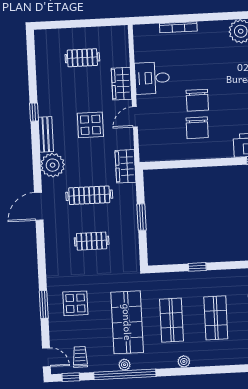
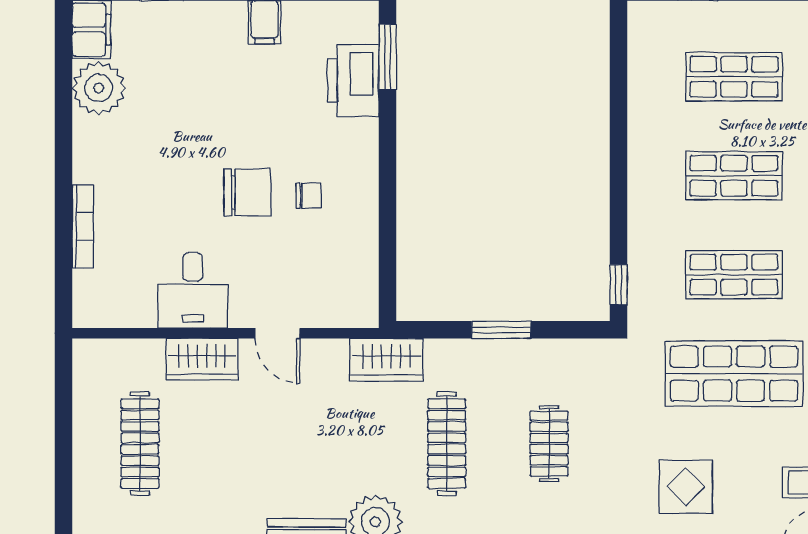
clothes rail: (82, 58) -> (140, 444), width x1.36
display table: (90, 125) -> (290, 433), removed
chair: (197, 128) -> (309, 196), width x0.54, depth x0.54
window: (197, 267) -> (618, 285), moved

